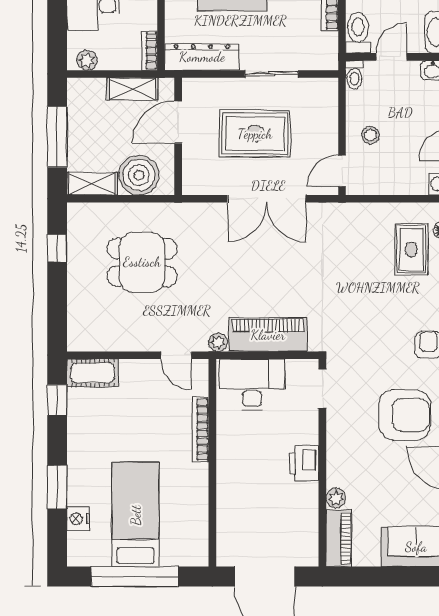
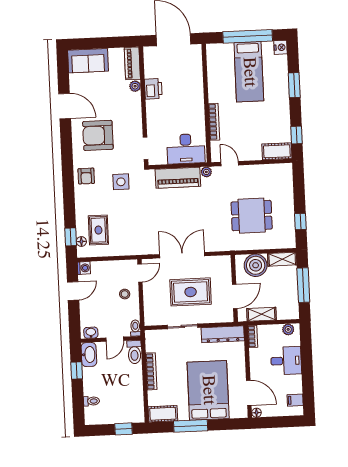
side table: (368, 332) -> (121, 182), added
printer: (304, 463) -> (153, 89), moved
nightstand: (78, 519) -> (281, 47), moved

